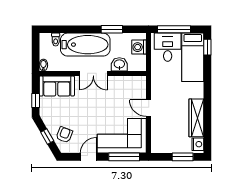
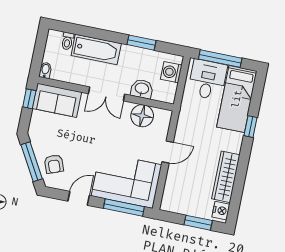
bathtub: (85, 45) -> (96, 49), width x0.73, depth x0.73
window: (207, 47) -> (251, 127), moved
floor lamp: (124, 85) -> (142, 116), added
window: (36, 101) -> (29, 99), moved
door: (149, 108) -> (168, 152), swing flipped
armchair: (64, 135) -> (54, 164), turned 138
window: (47, 136) -> (32, 162), width x2.17

